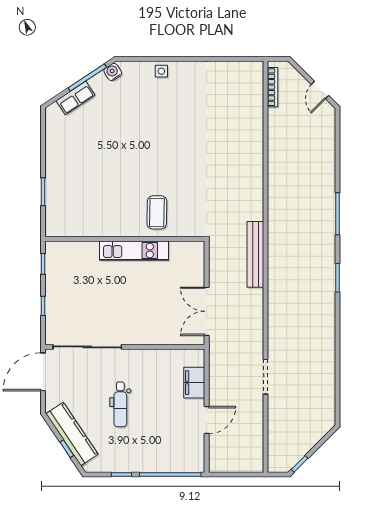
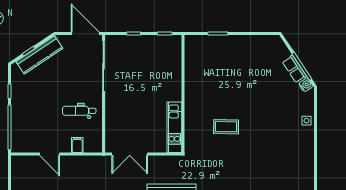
row of seats: (76, 98) -> (294, 69), moved
coffee table: (157, 212) -> (226, 127), moved
kitchen unit: (134, 251) -> (174, 127), moved
double door: (207, 311) -> (130, 154), swing flipped
filing cabinet: (194, 383) -> (77, 145), width x0.50
dental chair: (120, 404) -> (79, 111), moved

